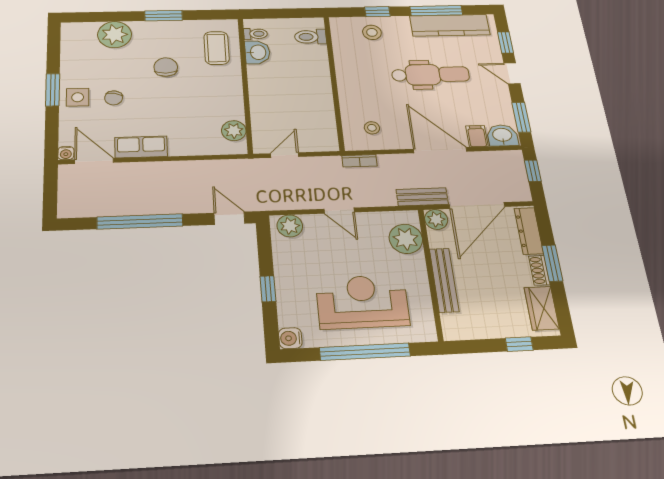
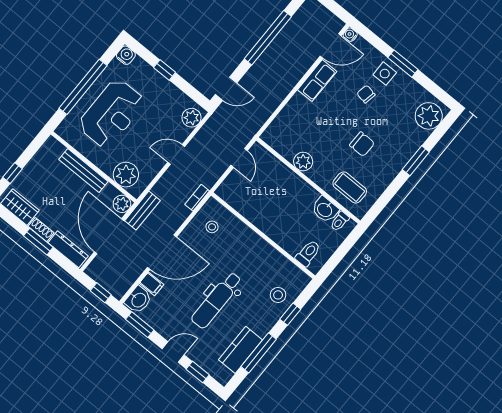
window: (163, 16) -> (416, 161), moved
kitchen counter: (450, 25) -> (240, 350), width x0.67
plant: (115, 35) -> (429, 116), moved
plant: (234, 131) -> (303, 162), moved

